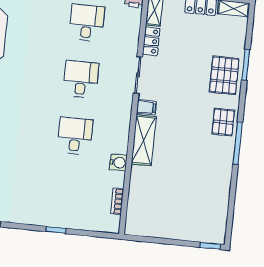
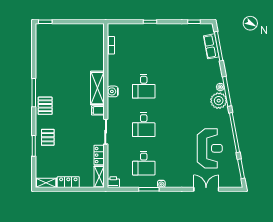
pallet: (224, 75) -> (48, 137), width x0.67, depth x0.71
water cooler: (118, 163) -> (113, 91), moved

